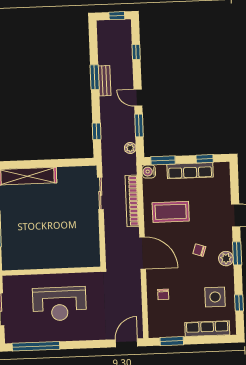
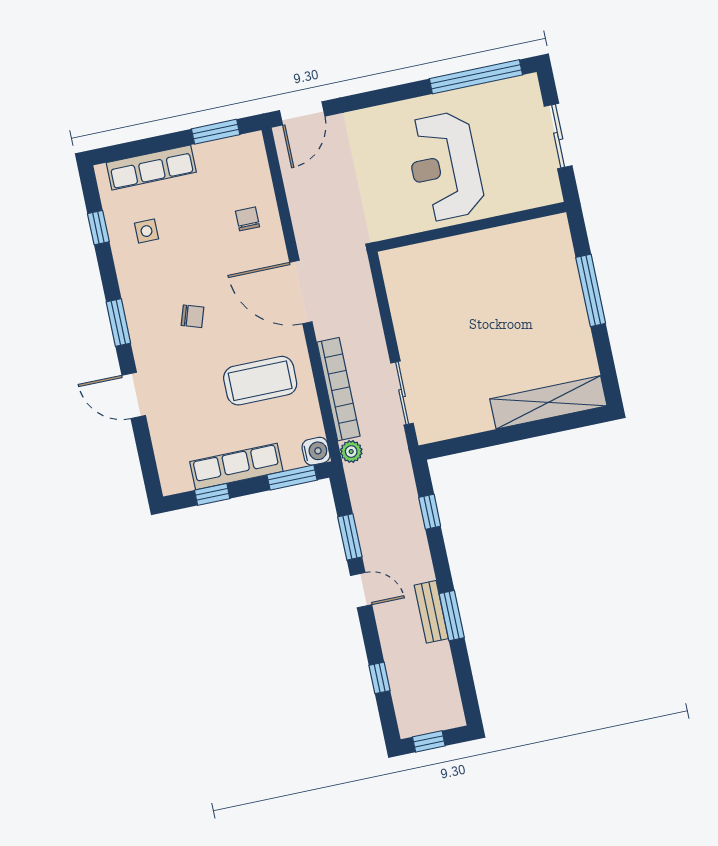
plant: (130, 148) -> (351, 452), moved
plant: (226, 259) -> (138, 309), removed
side table: (215, 297) -> (147, 231), width x0.54, depth x0.54
reception desk: (59, 304) -> (445, 166), turned -90

